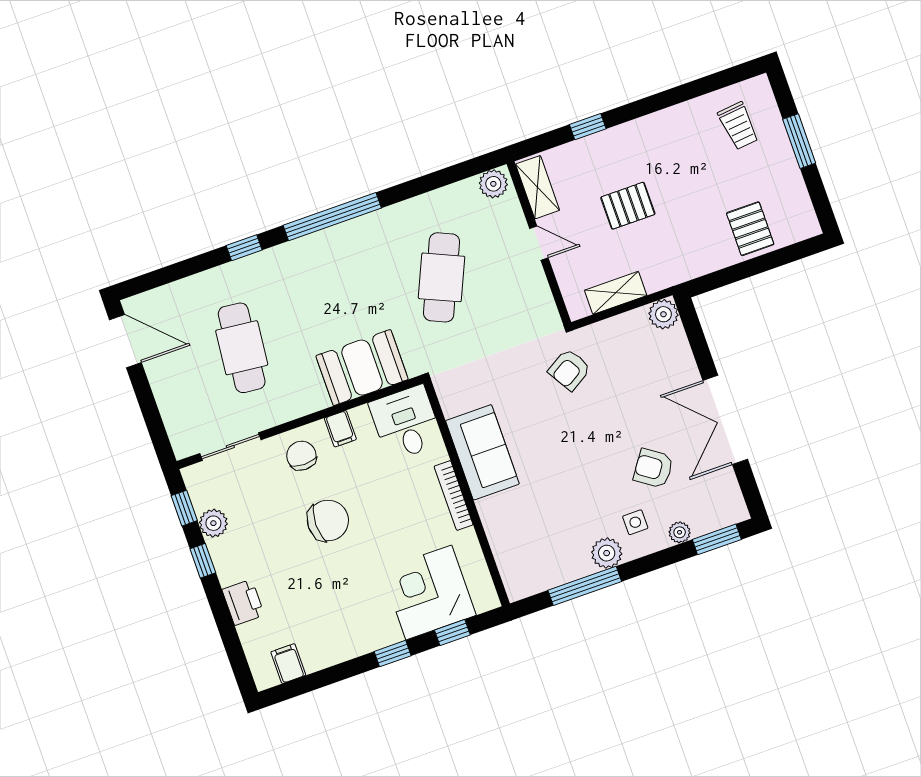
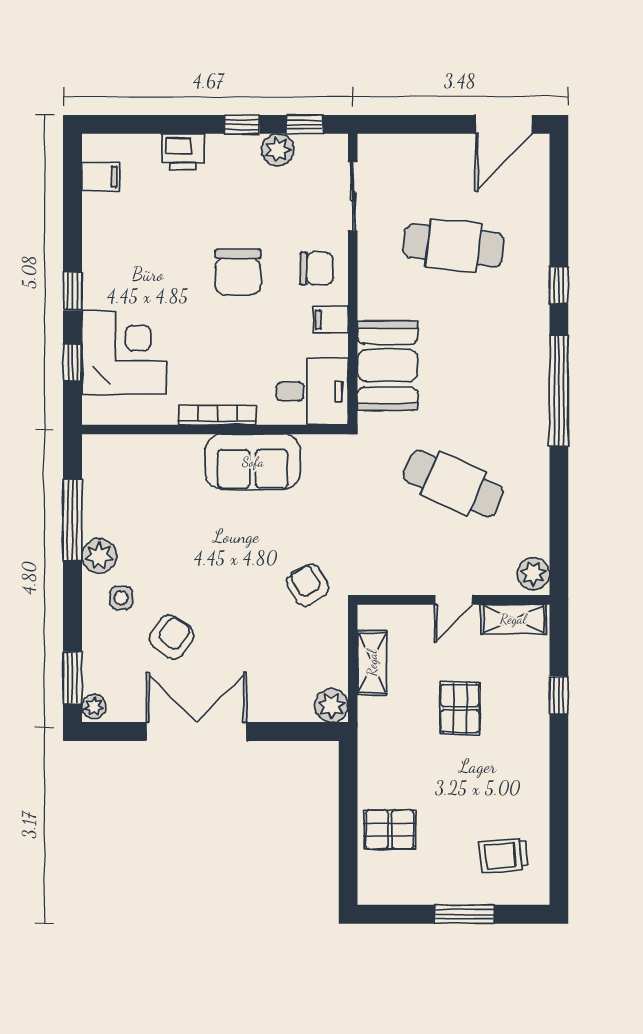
plant: (680, 532) -> (94, 706), moved

